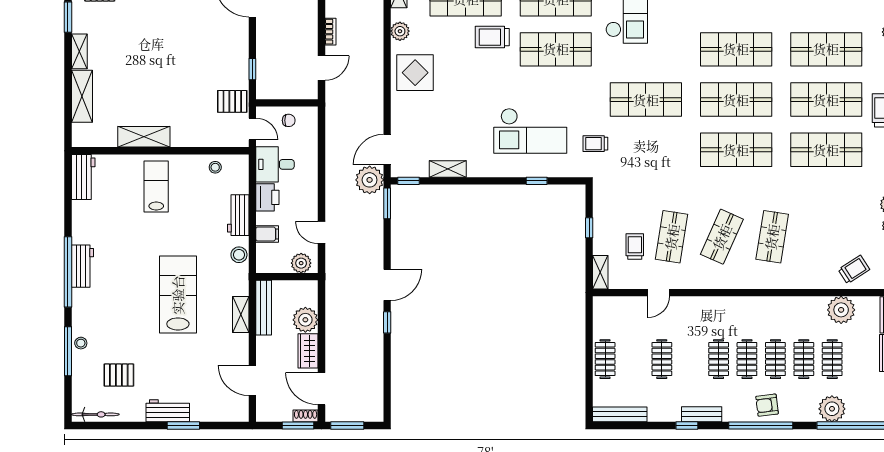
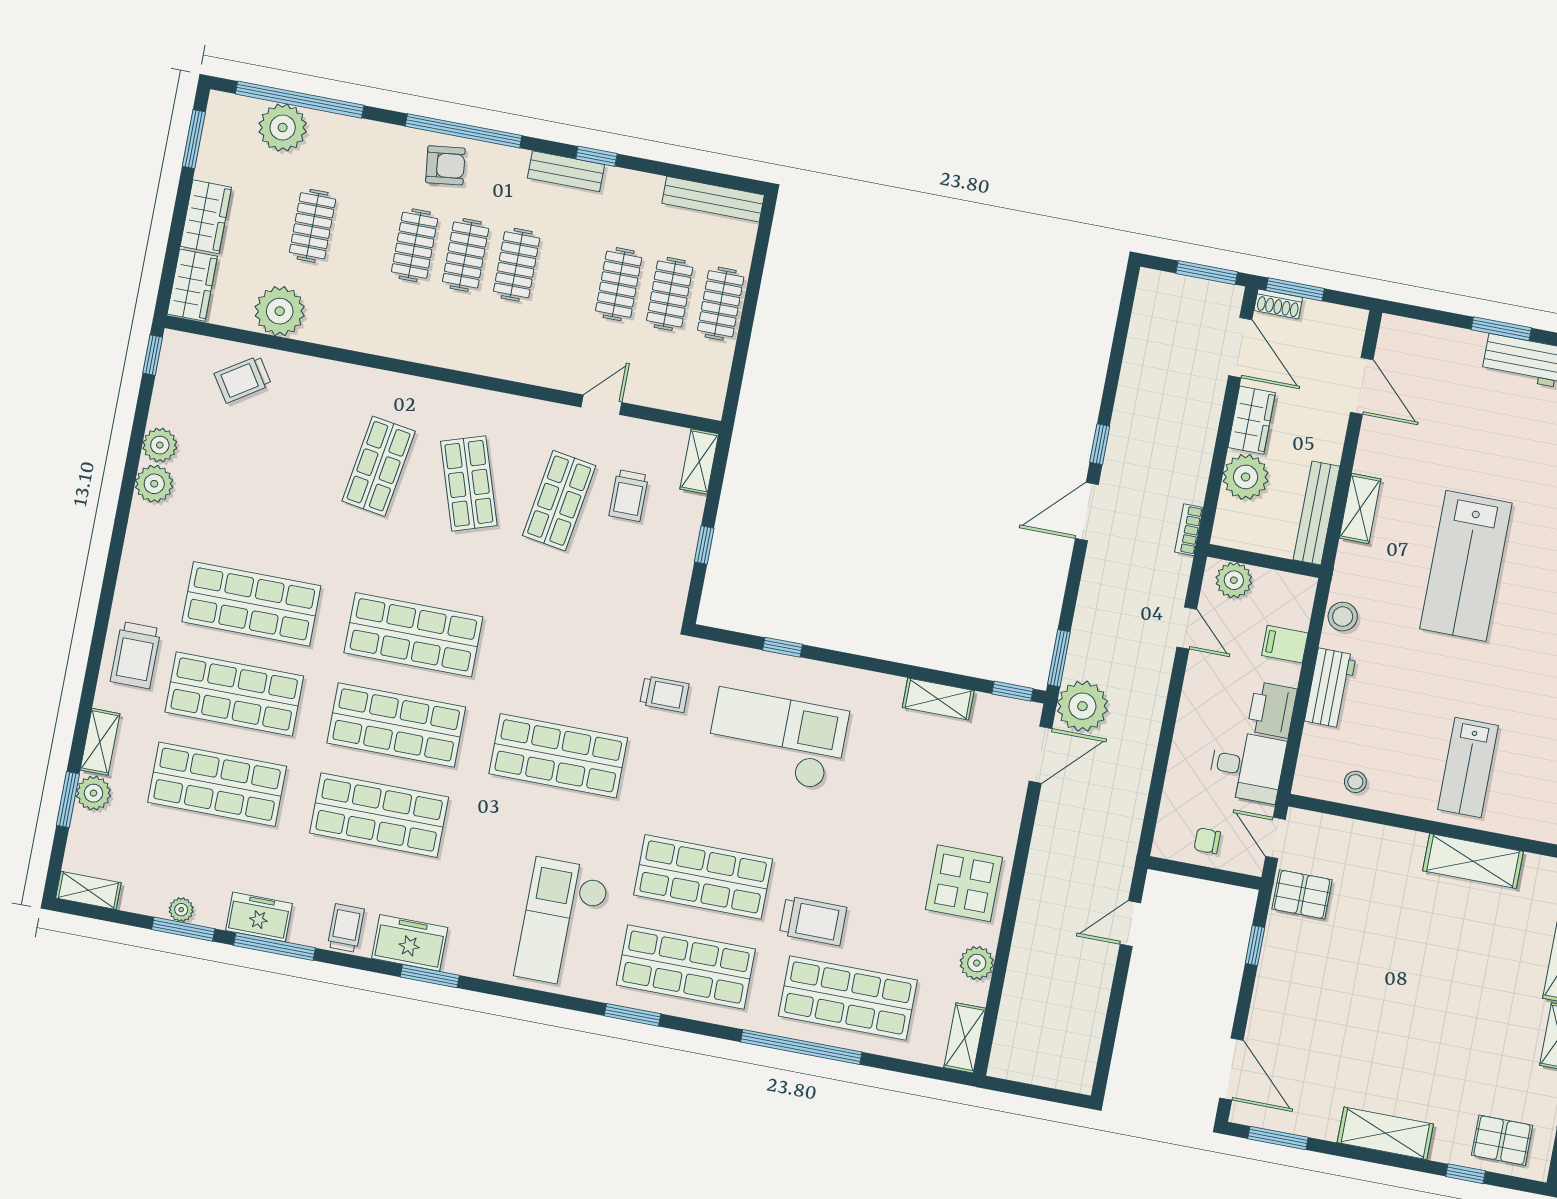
bookcase: (330, 32) -> (1189, 530), moved
shop shelf: (722, 237) -> (469, 483), turned -42
clothes rail: (804, 359) -> (670, 294), moved
plant: (832, 409) -> (283, 128), moved

